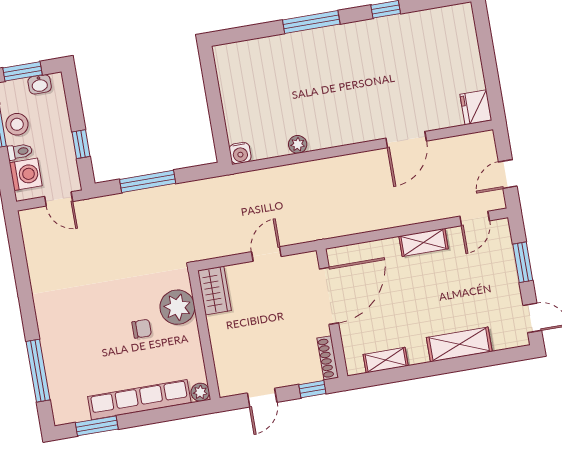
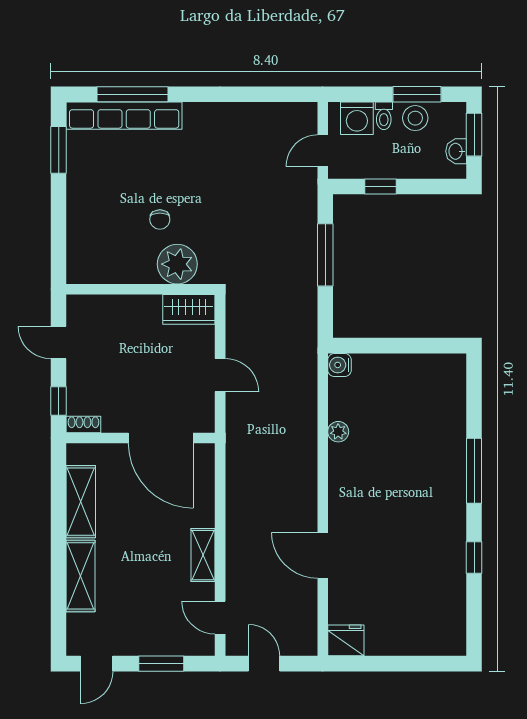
shoe rack: (328, 358) -> (83, 424), width x0.70
shelving: (386, 360) -> (81, 502), width x1.50, depth x1.33
plant: (200, 392) -> (77, 274), removed
row of seats: (139, 400) -> (124, 116), moved, turned 90

